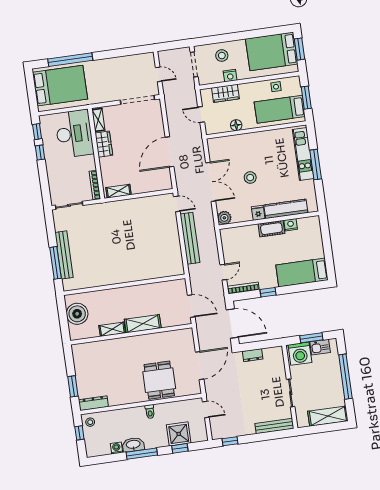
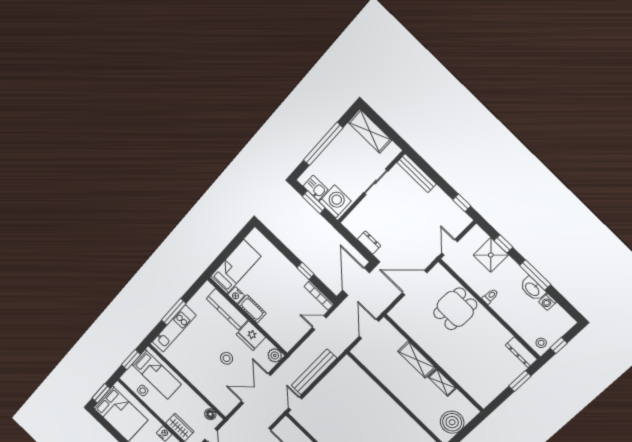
floor lamp: (236, 125) -> (210, 414), moved
fridge: (258, 213) -> (251, 336), width x1.88, depth x1.34
bed: (302, 272) -> (235, 267), moved, turned -90

